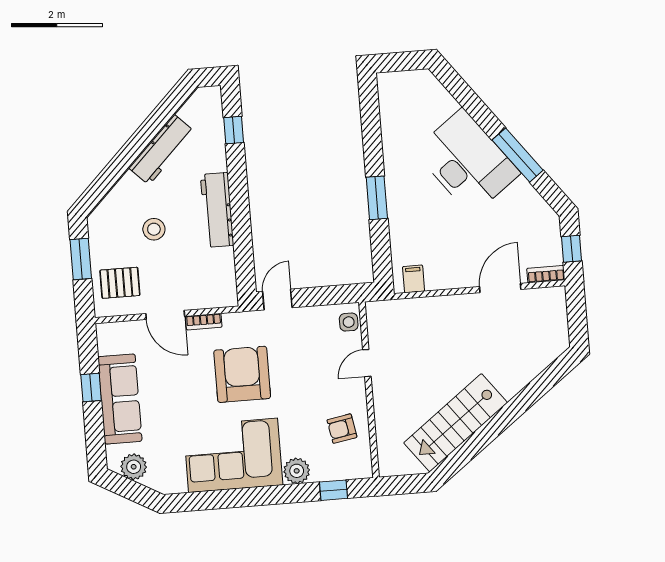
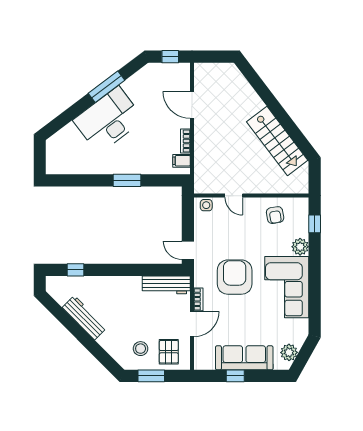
workbench: (217, 210) -> (166, 285), moved
stool: (154, 229) -> (141, 349), moved
bookcase: (546, 274) -> (185, 141), moved
armchair: (242, 374) -> (235, 277), turned 90

